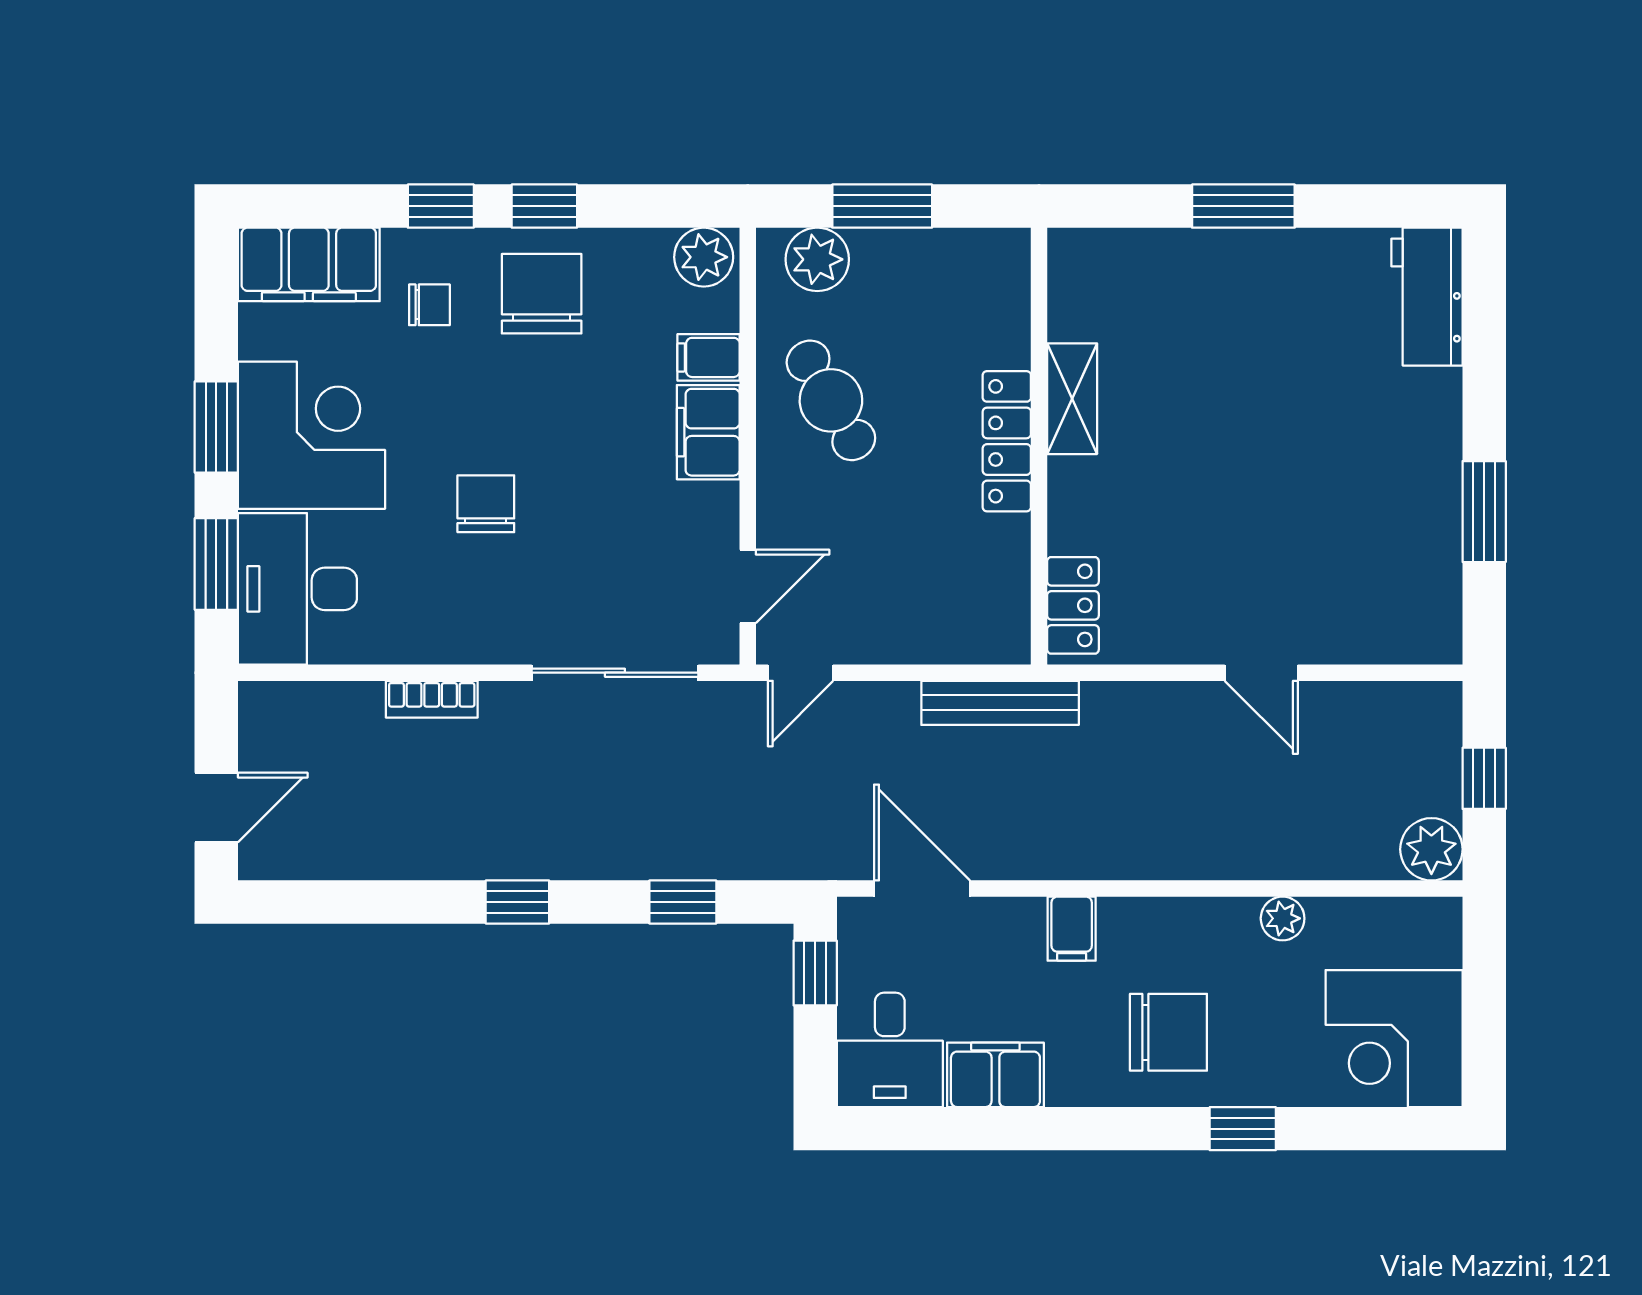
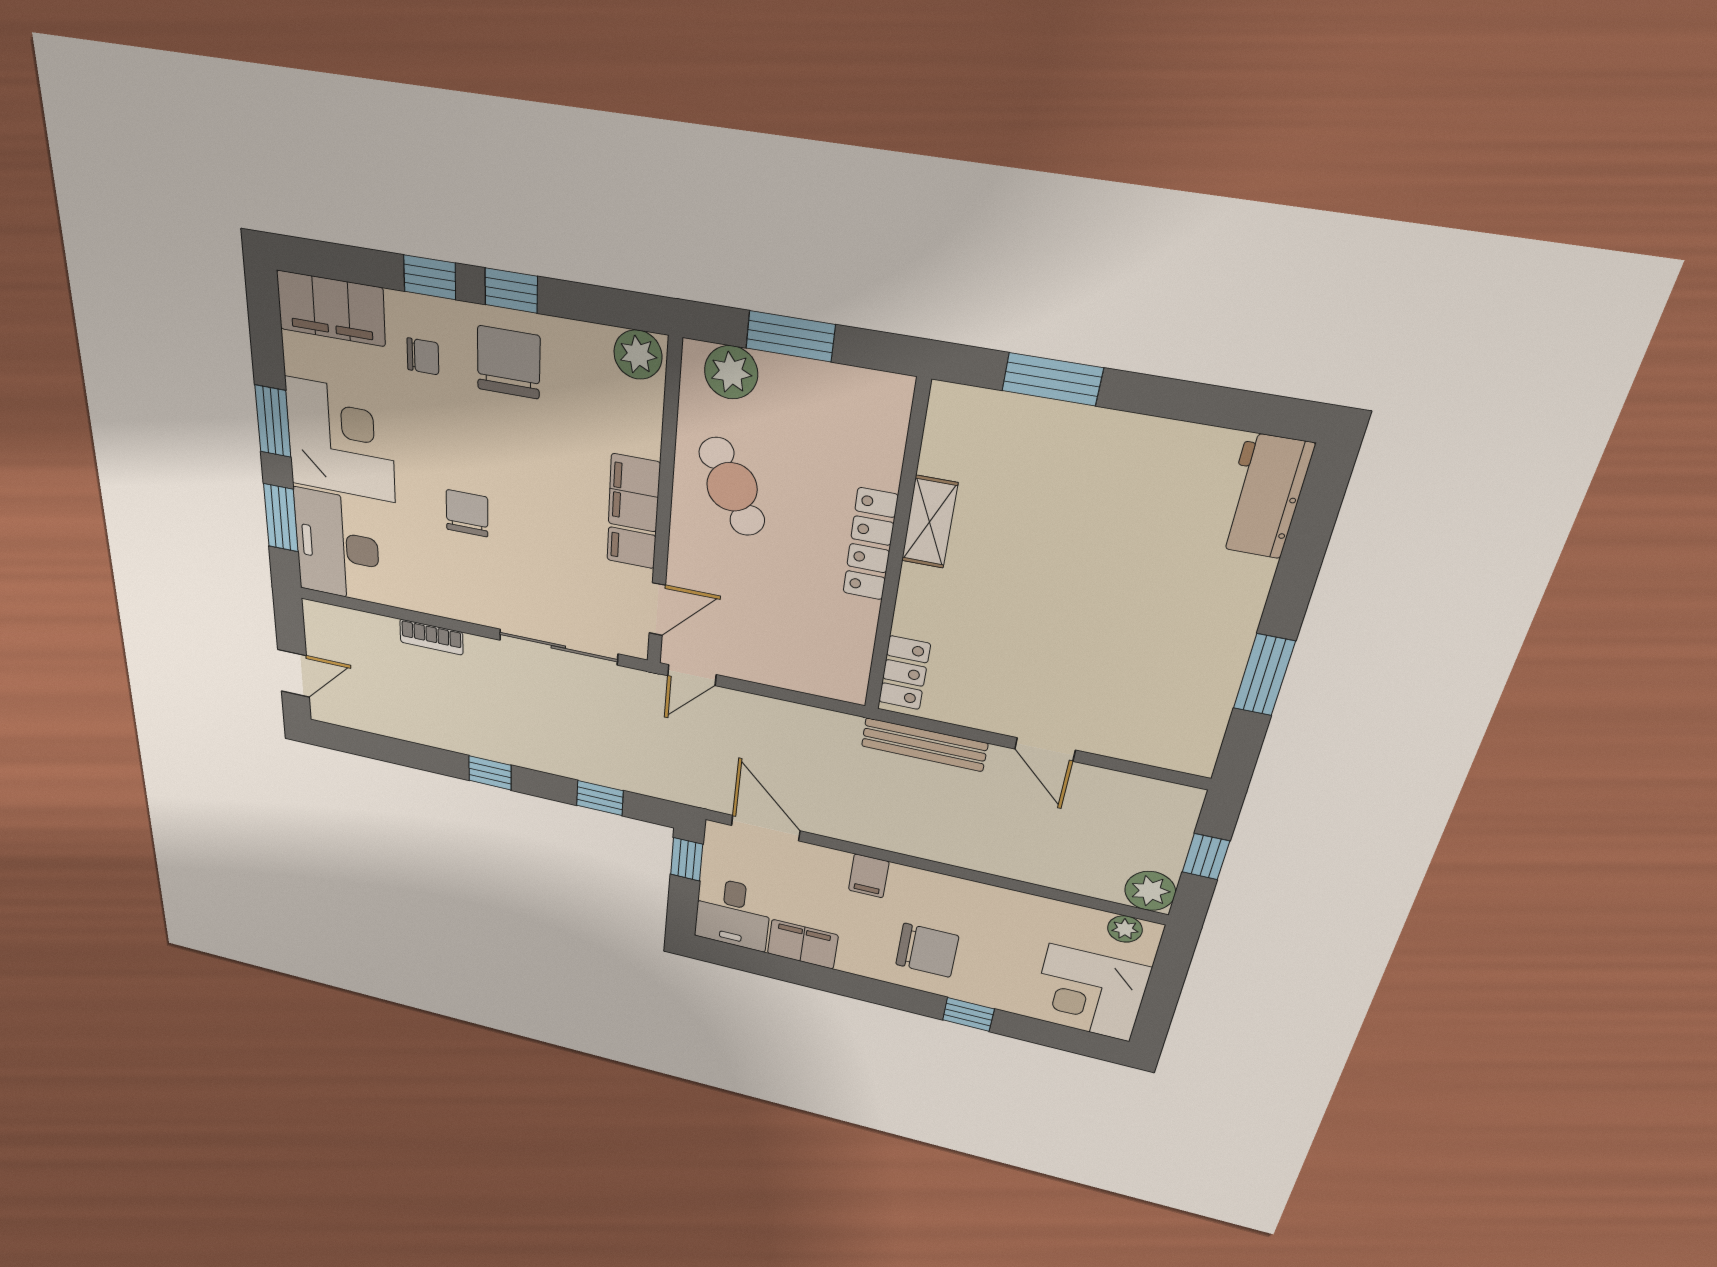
window: (1243, 206) -> (1052, 379), moved
filing cabinet: (709, 357) -> (631, 548), moved
bench: (1000, 703) -> (924, 745), moved
plant: (1283, 918) -> (1125, 929), moved

